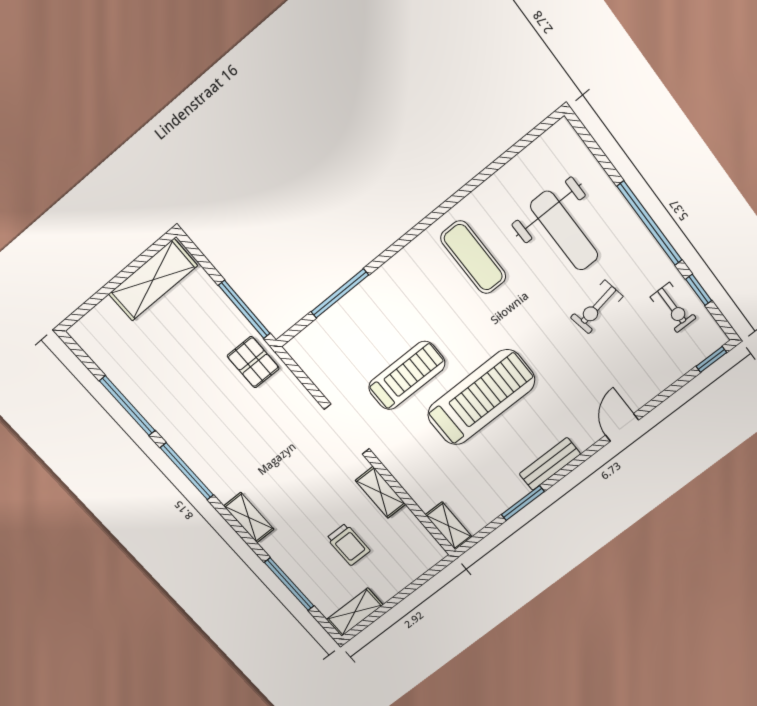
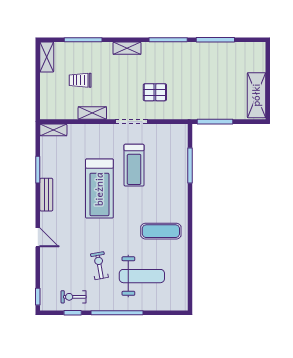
weight bench: (564, 231) -> (142, 276), turned 180
pallet: (253, 362) -> (155, 92), moved

